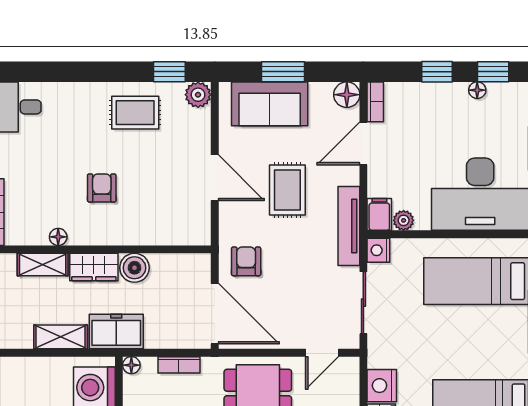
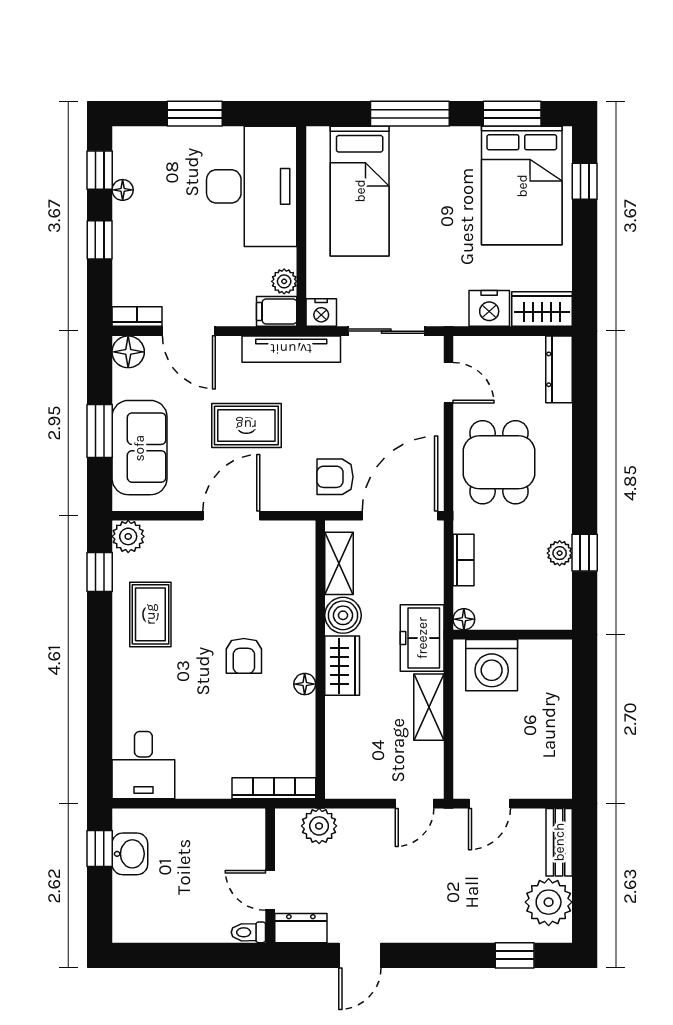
armchair: (102, 188) -> (244, 656), turned -90
floor lamp: (58, 237) -> (305, 684), moved
shelving: (43, 265) -> (339, 563), moved

